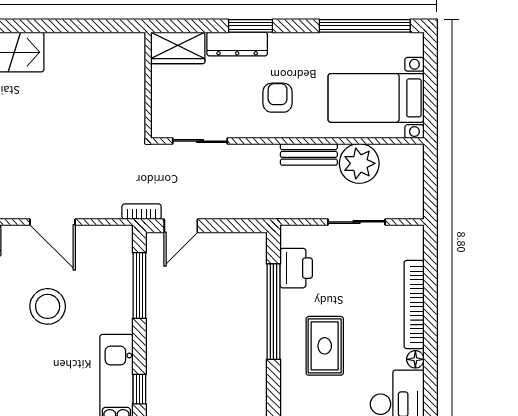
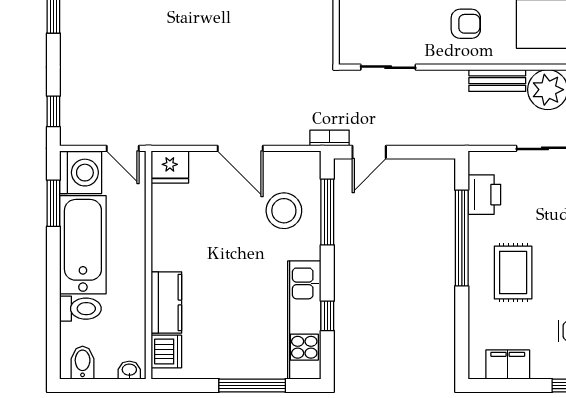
armchair: (278, 98) -> (466, 24), turned 90
stool: (48, 306) -> (284, 211), moved

